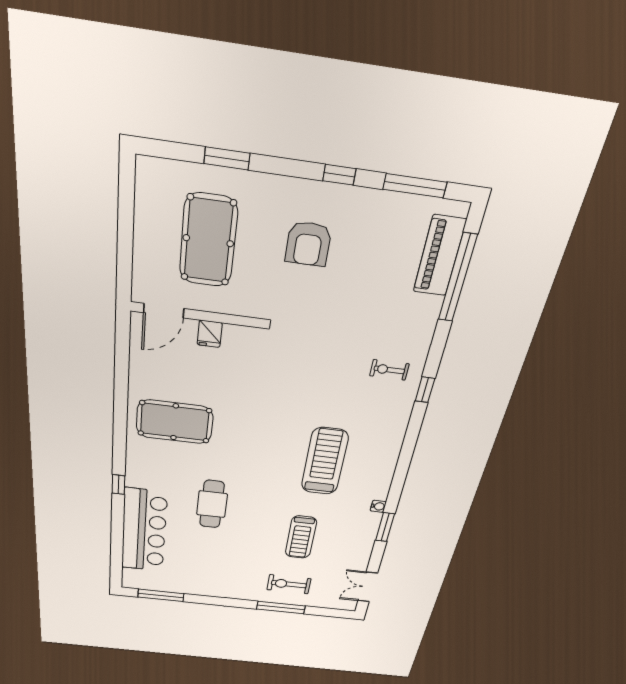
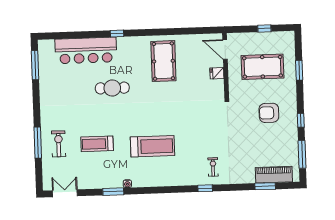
window: (126, 222) -> (264, 28), added
window: (457, 278) -> (265, 186), width x0.47

